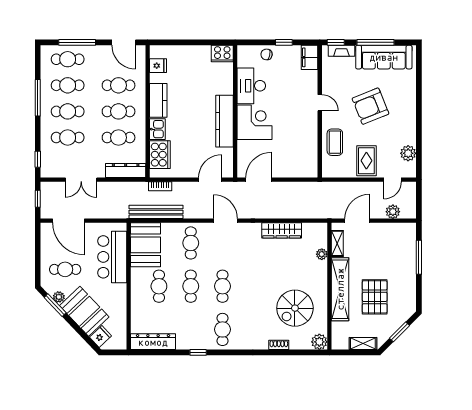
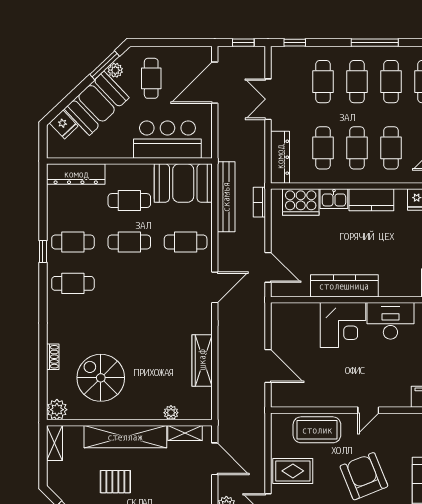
coffee table: (335, 142) -> (317, 430), width x1.36, depth x1.32
door: (259, 180) -> (268, 366), moved
cafe table: (222, 286) -> (73, 242), moved
pallet: (375, 297) -> (115, 482), width x0.67, depth x0.71
dresser: (153, 342) -> (76, 174), moved, turned 90
shelving: (363, 344) -> (55, 443), moved

